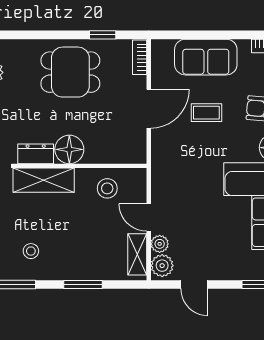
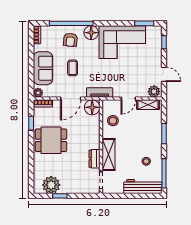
dining table: (70, 72) -> (51, 140), turned 90
door: (149, 109) -> (71, 99), swing flipped
floor lamp: (69, 149) -> (92, 107), moved
tv unit: (160, 163) -> (100, 93), added
plant: (160, 244) -> (38, 93), moved
door: (194, 284) -> (164, 74), hinge flipped

